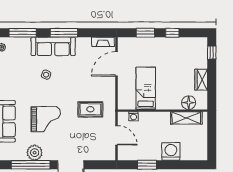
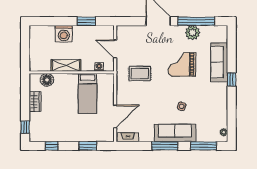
window: (172, 33) -> (52, 146), moved
shelving: (186, 118) -> (66, 65), moved

